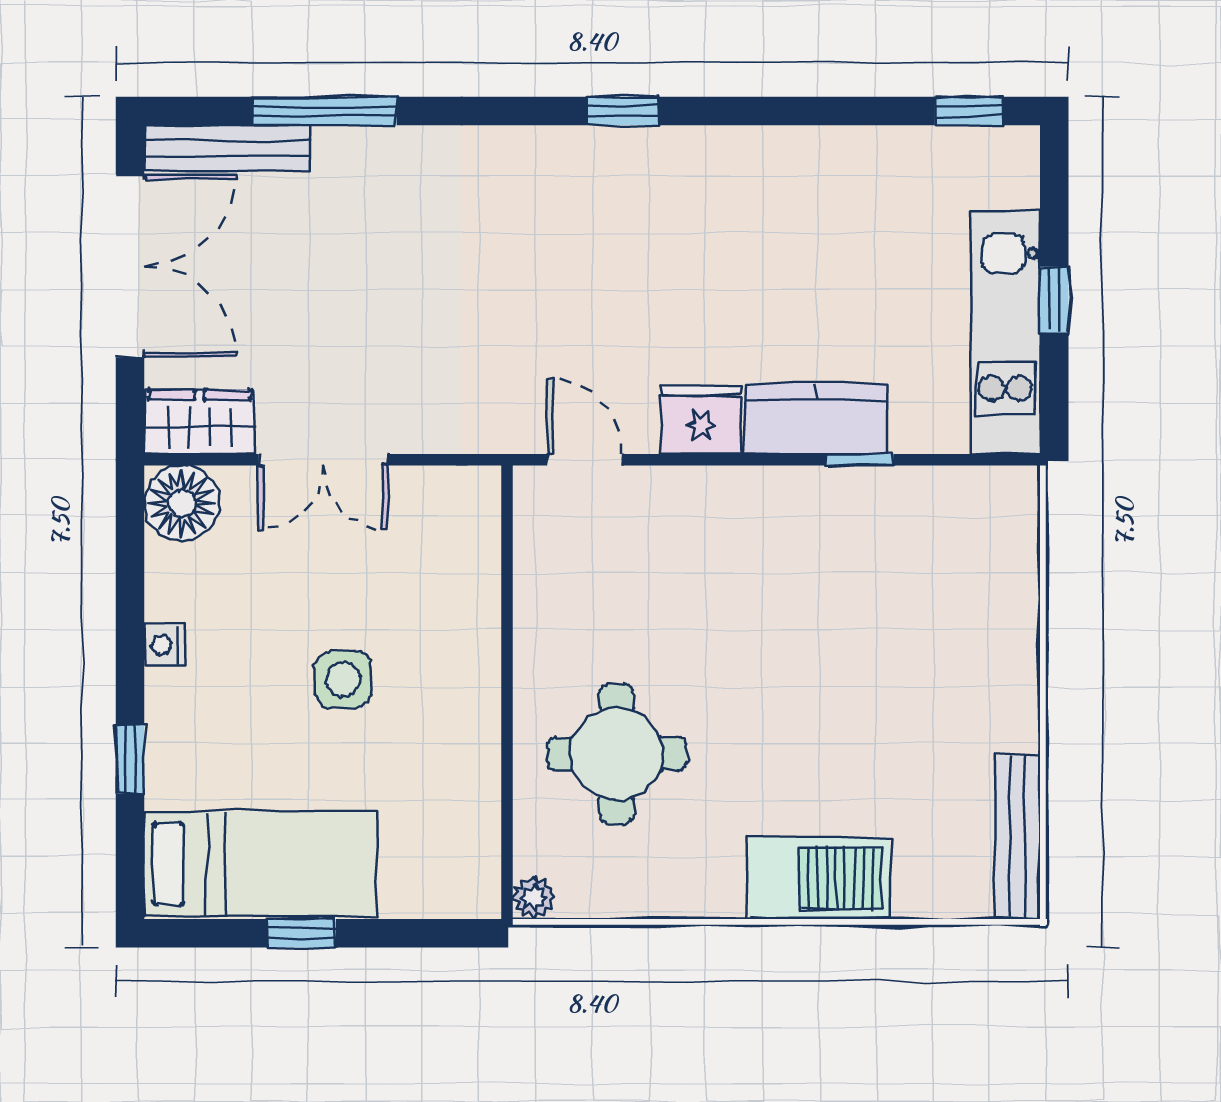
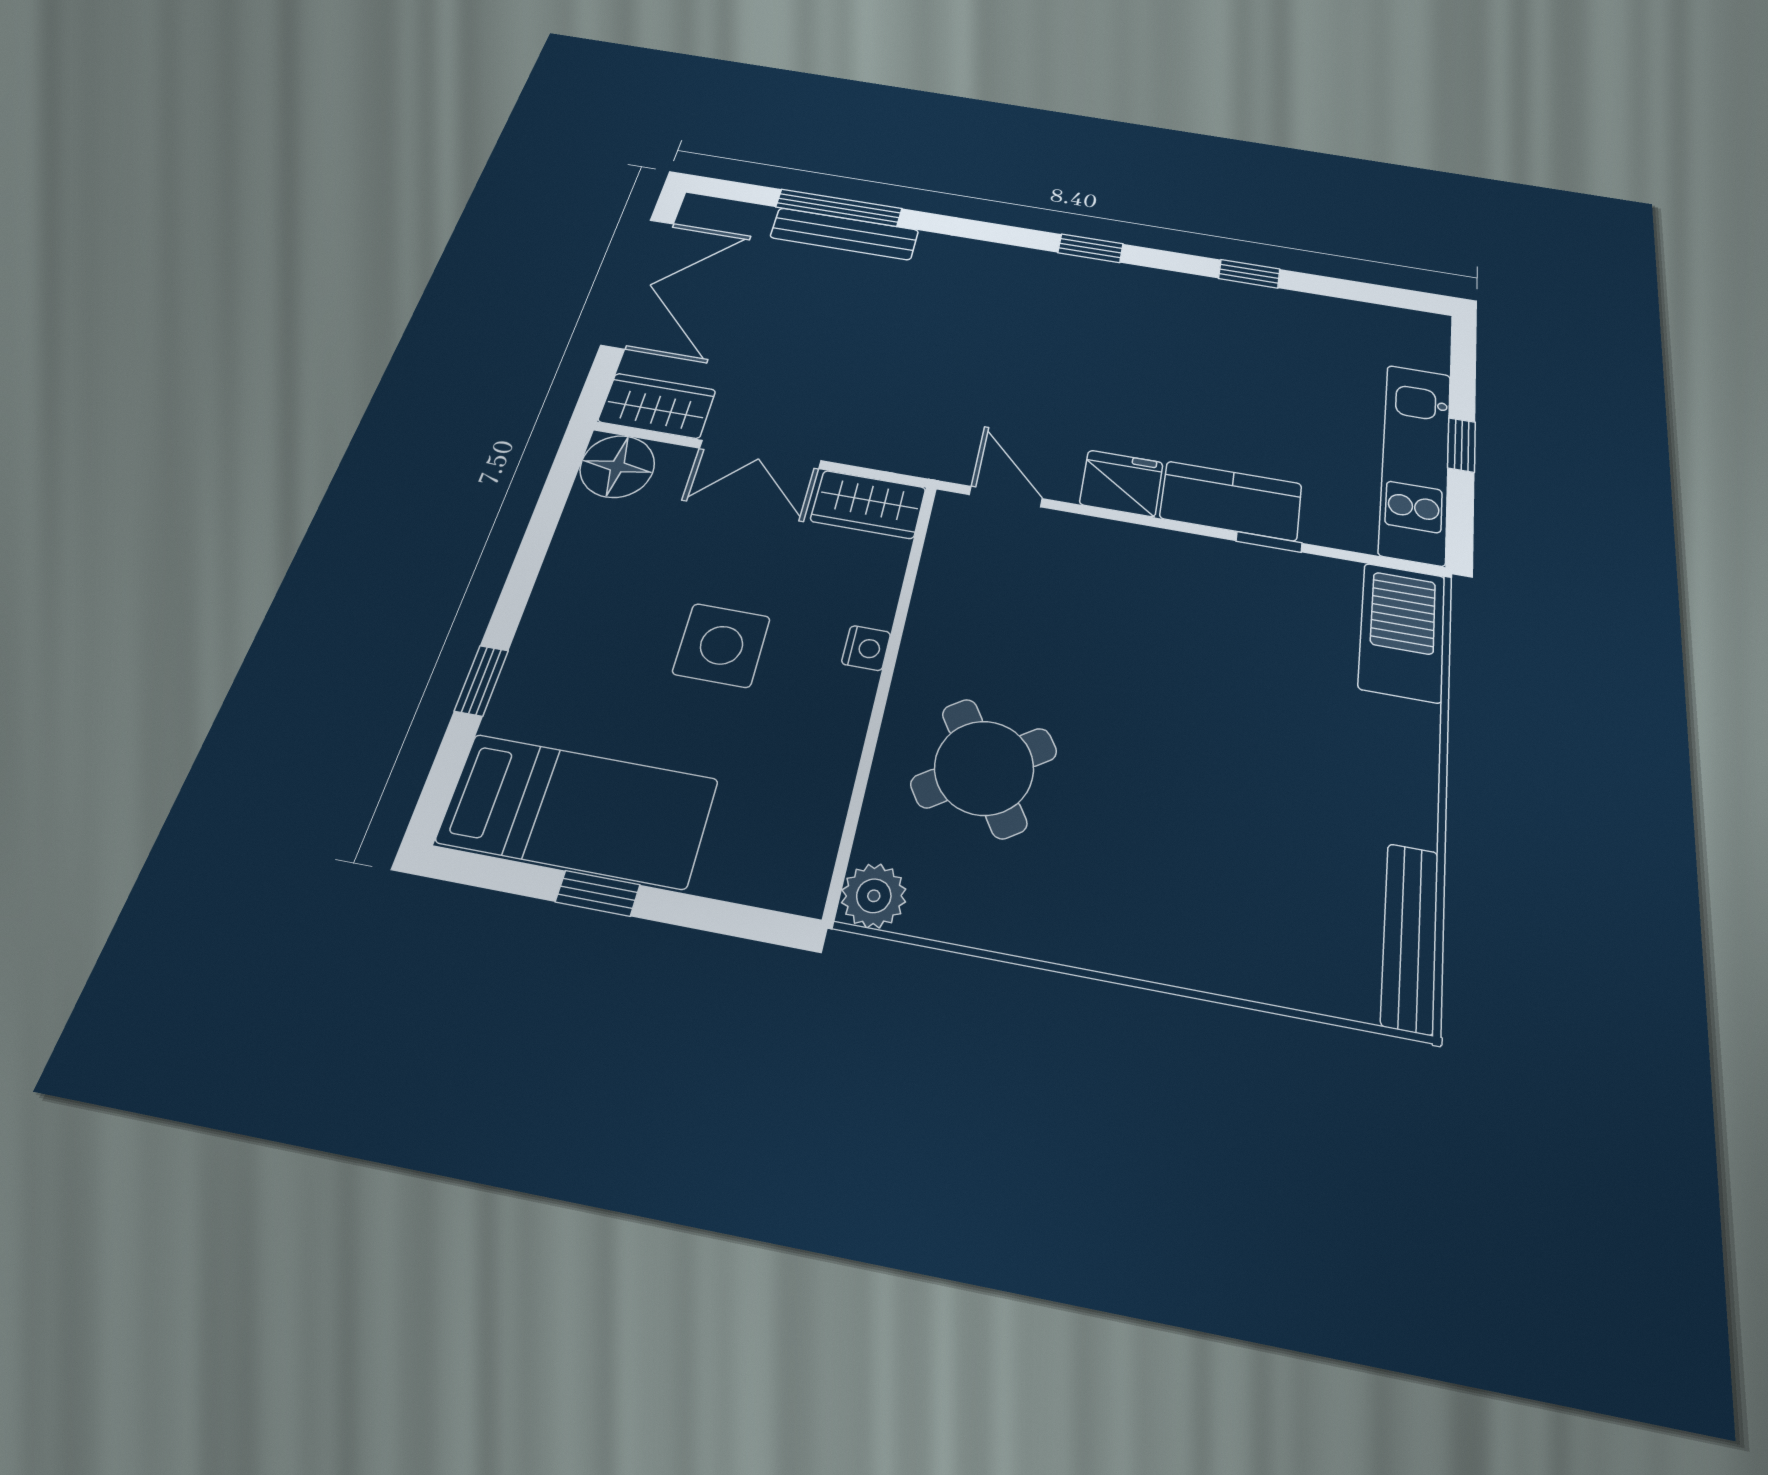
window: (969, 111) -> (1249, 274), moved
bench: (227, 148) -> (844, 234), moved
wardrobe: (447, 497) -> (868, 504), added
nightstand: (164, 645) -> (866, 648), moved, turned 180
side table: (343, 679) -> (722, 645), width x1.37, depth x1.37
round table: (616, 754) -> (984, 768), turned -33
barbecue: (819, 878) -> (1402, 632), moved, turned -90
plant: (534, 898) -> (874, 896), width x1.38, depth x1.38

